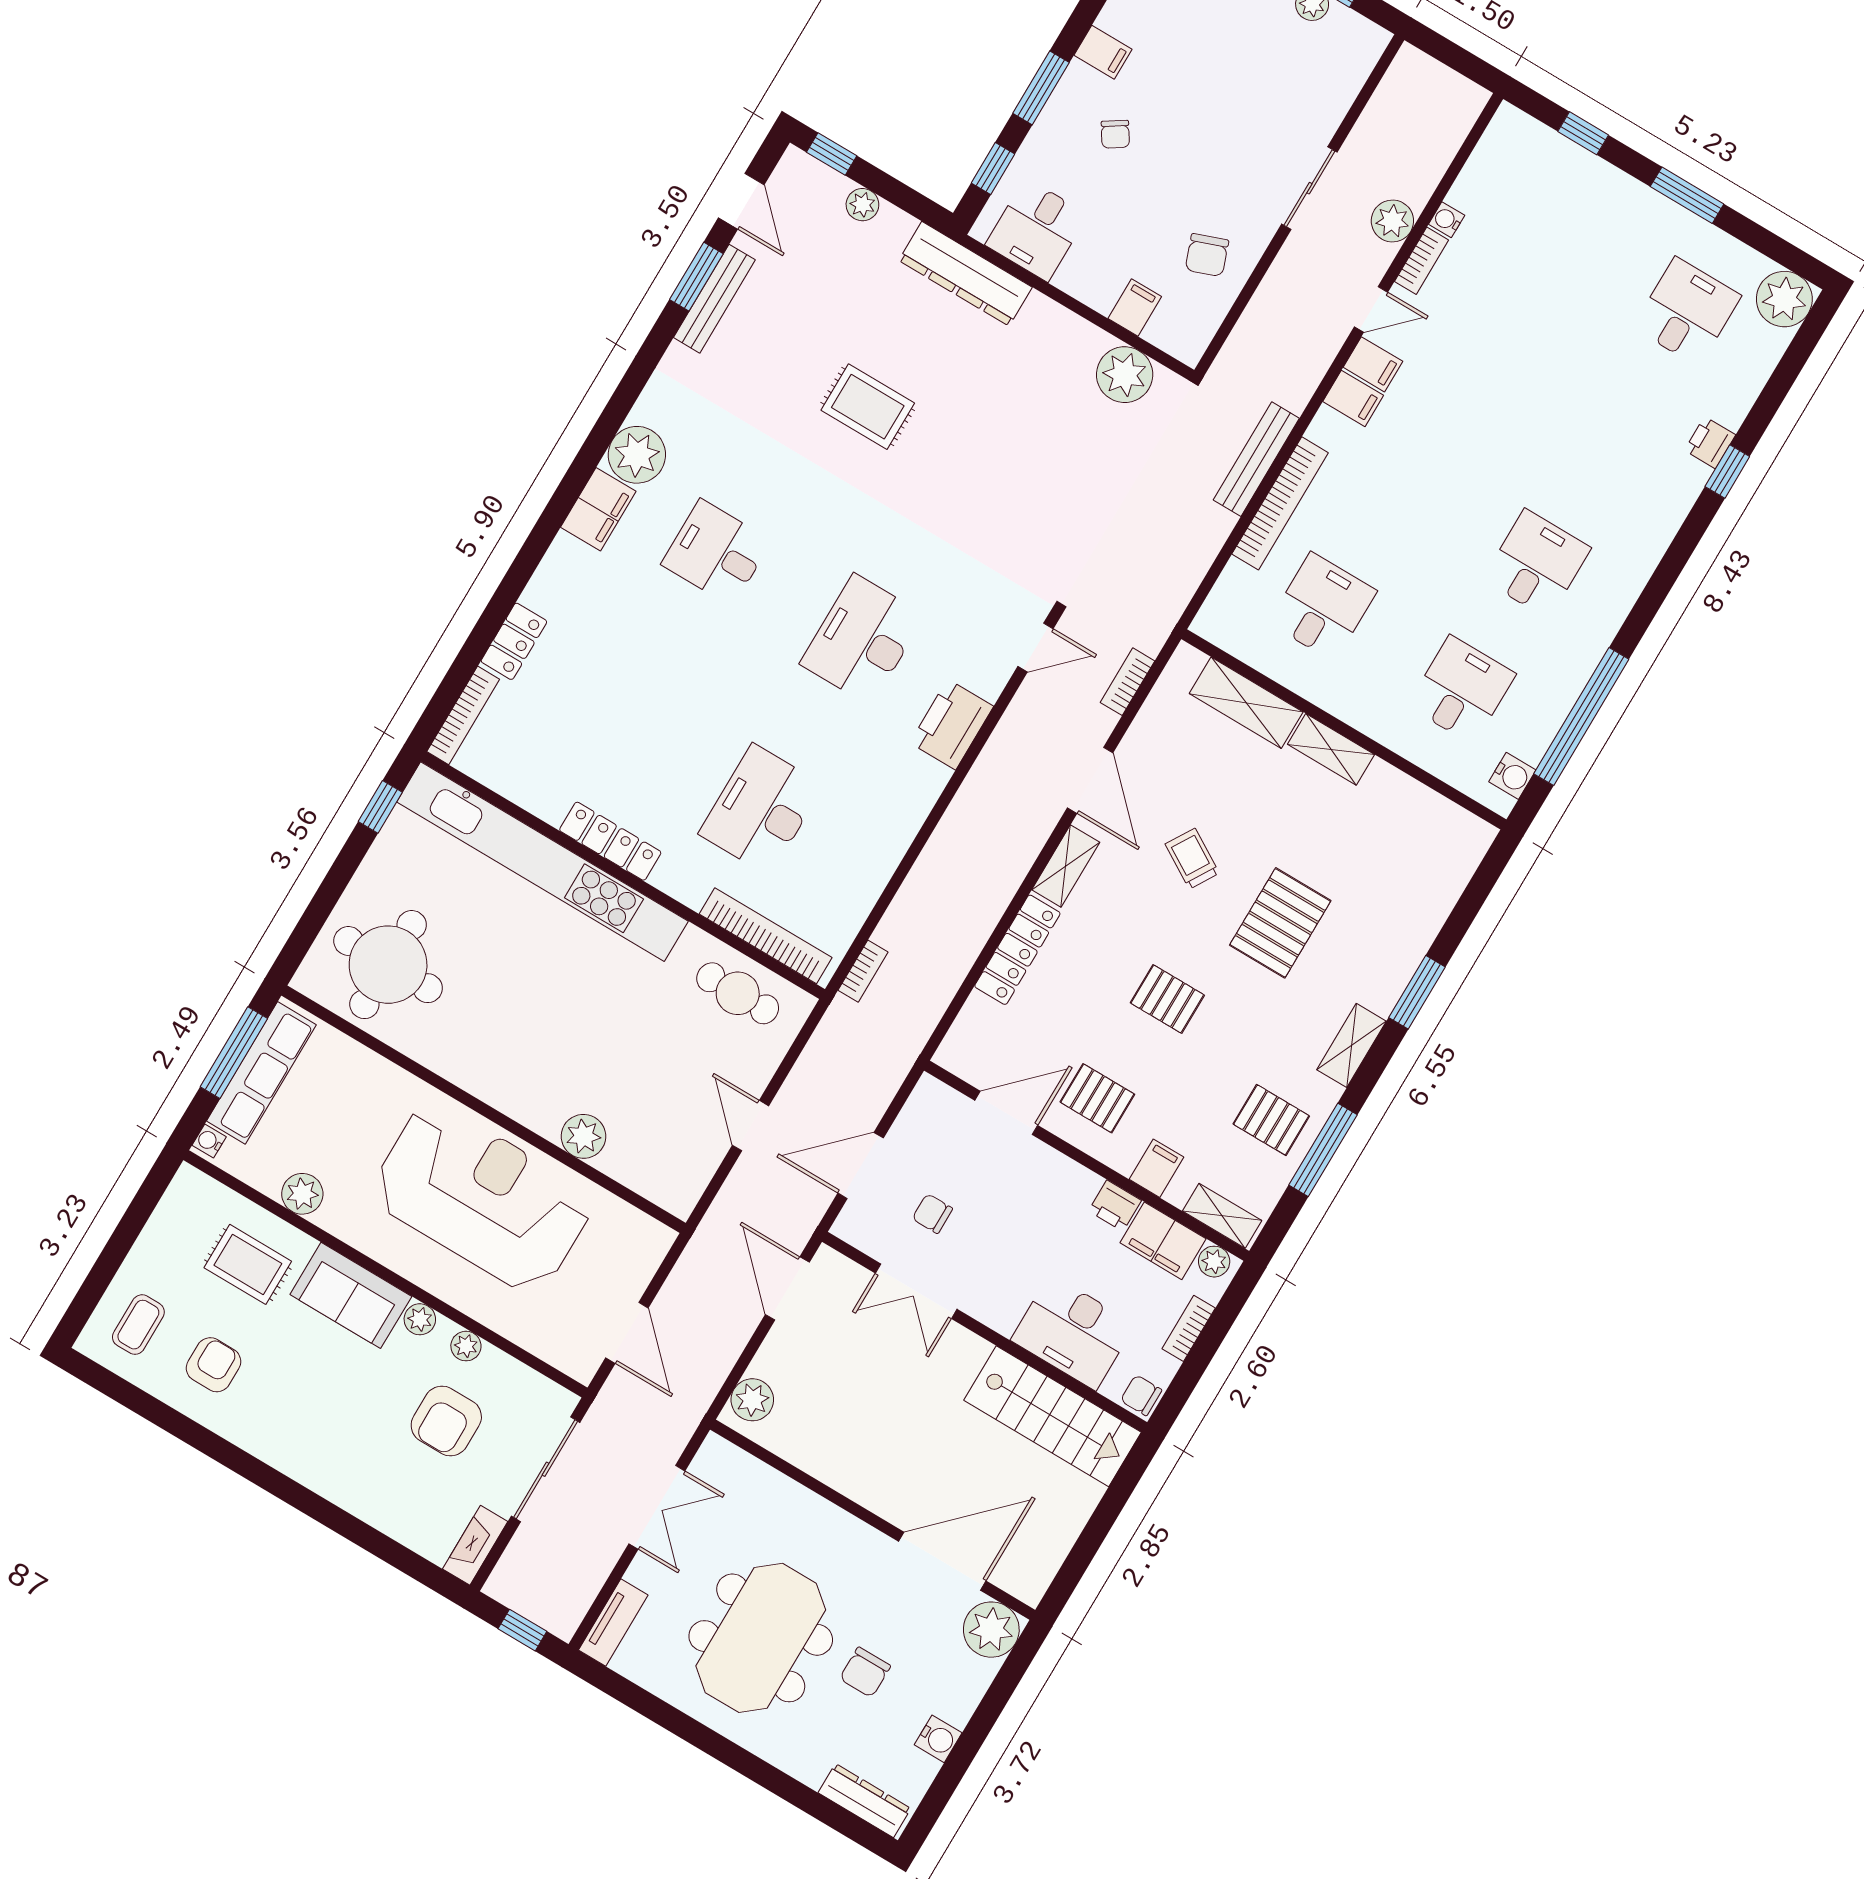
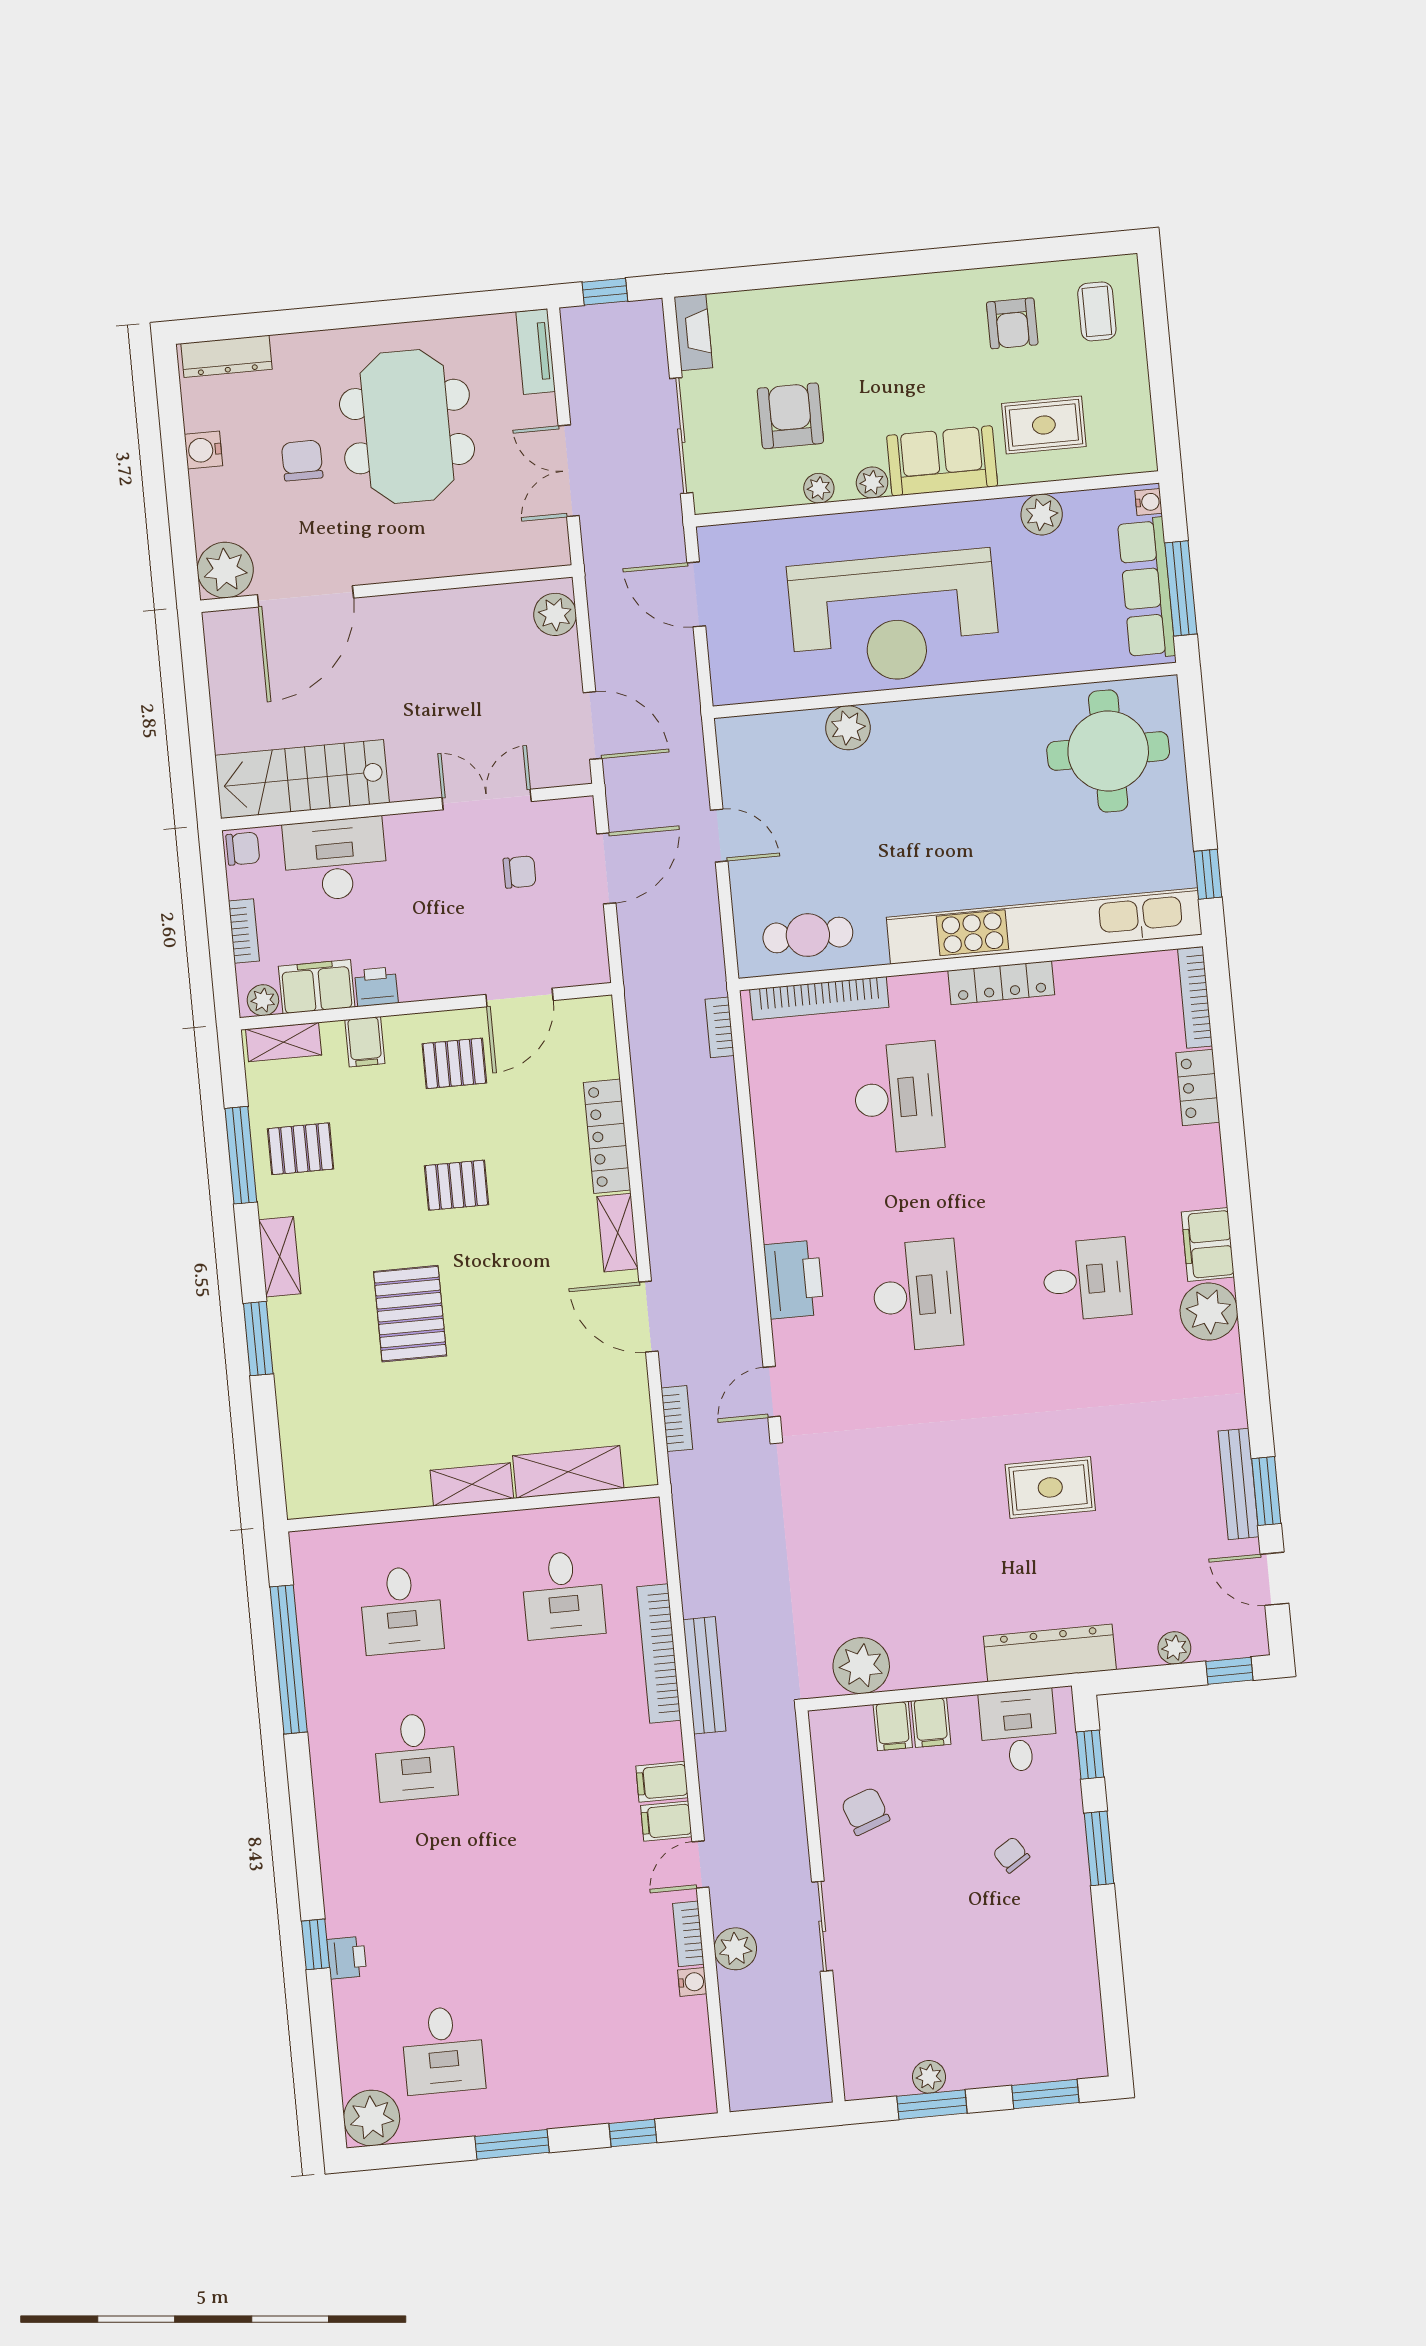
filing cabinet: (1103, 52) -> (931, 1723), moved, turned -90
water cooler: (1512, 776) -> (309, 1571), removed
trolley: (1192, 859) -> (520, 1314), removed

